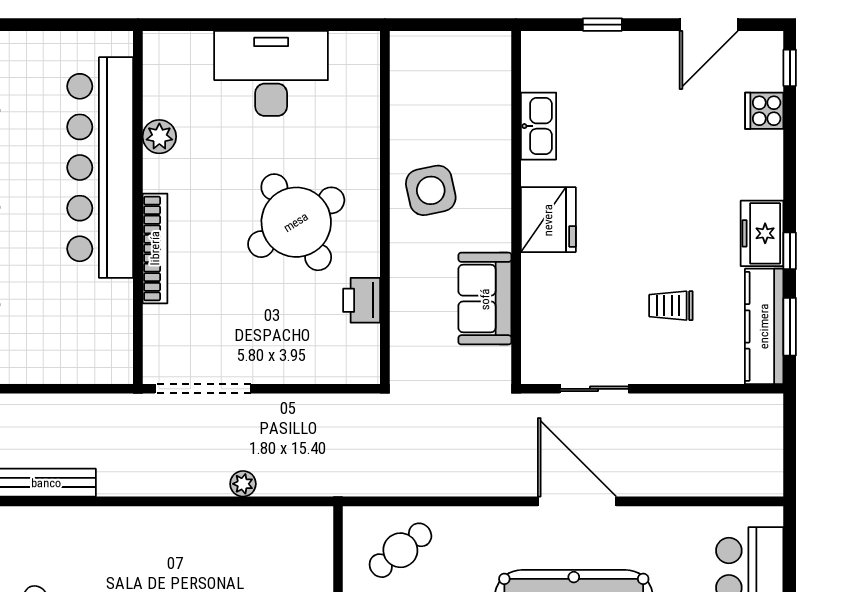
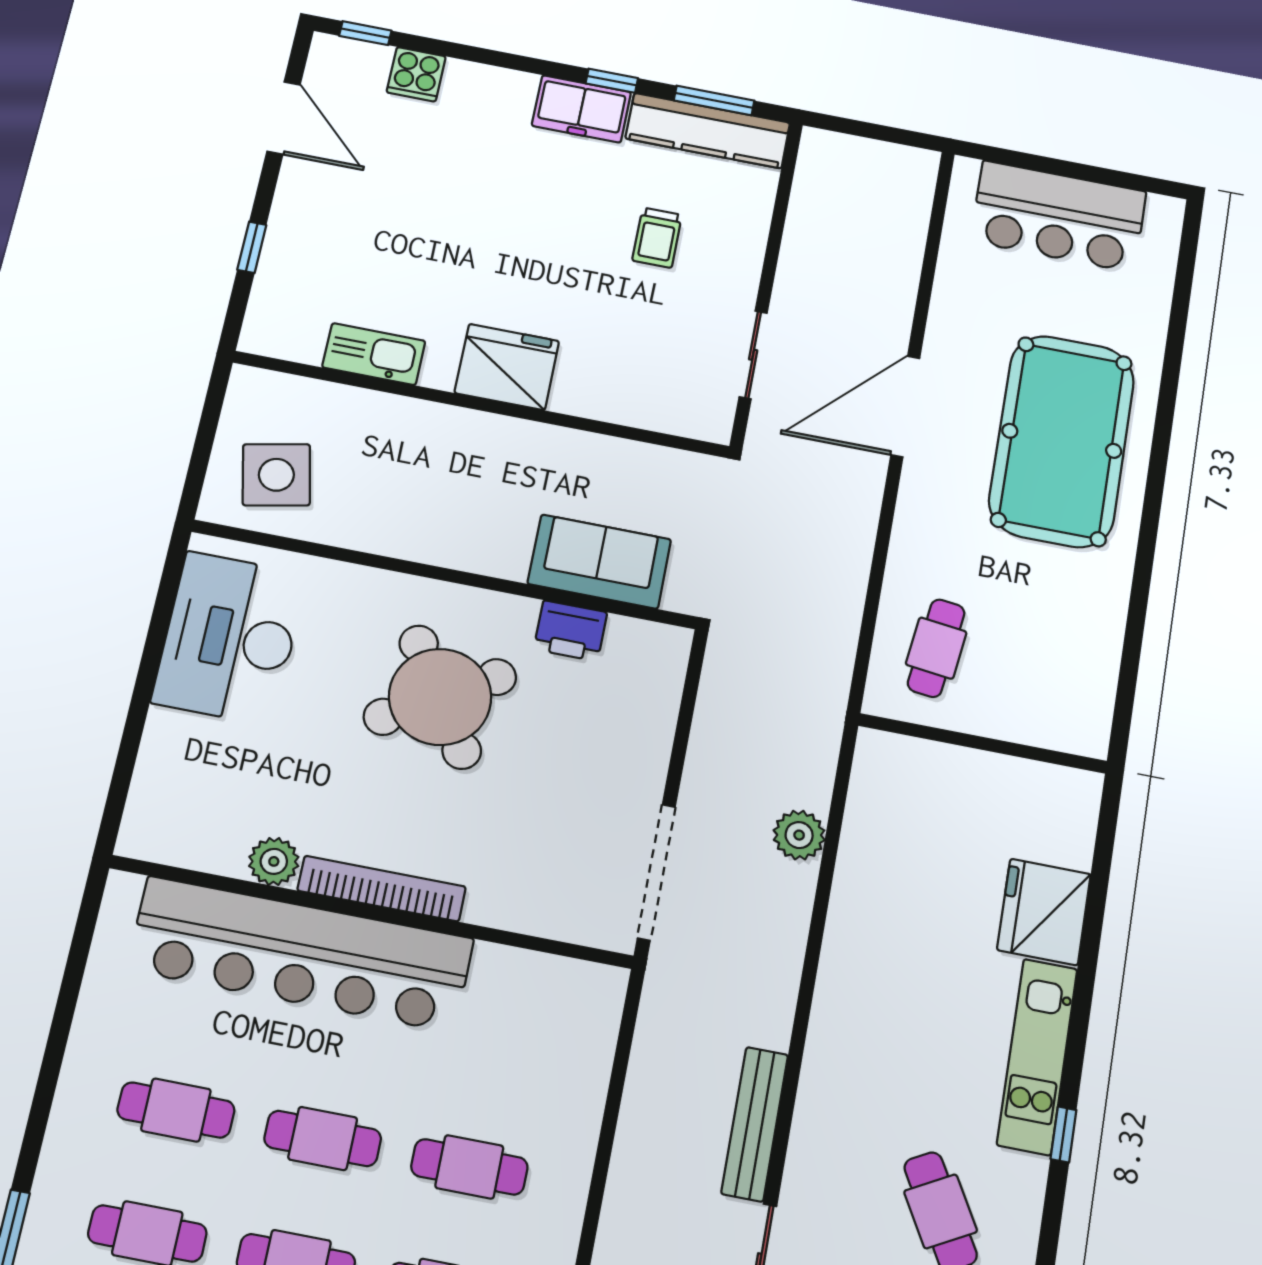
desk: (271, 73) -> (230, 638), moved
side table: (431, 190) -> (276, 475), moved
bookcase: (155, 248) -> (382, 889), moved
sofa: (485, 299) -> (599, 562), moved, turned 180
plant: (243, 484) -> (799, 835), width x1.38, depth x1.38
cafe table: (400, 550) -> (936, 648), turned 45

